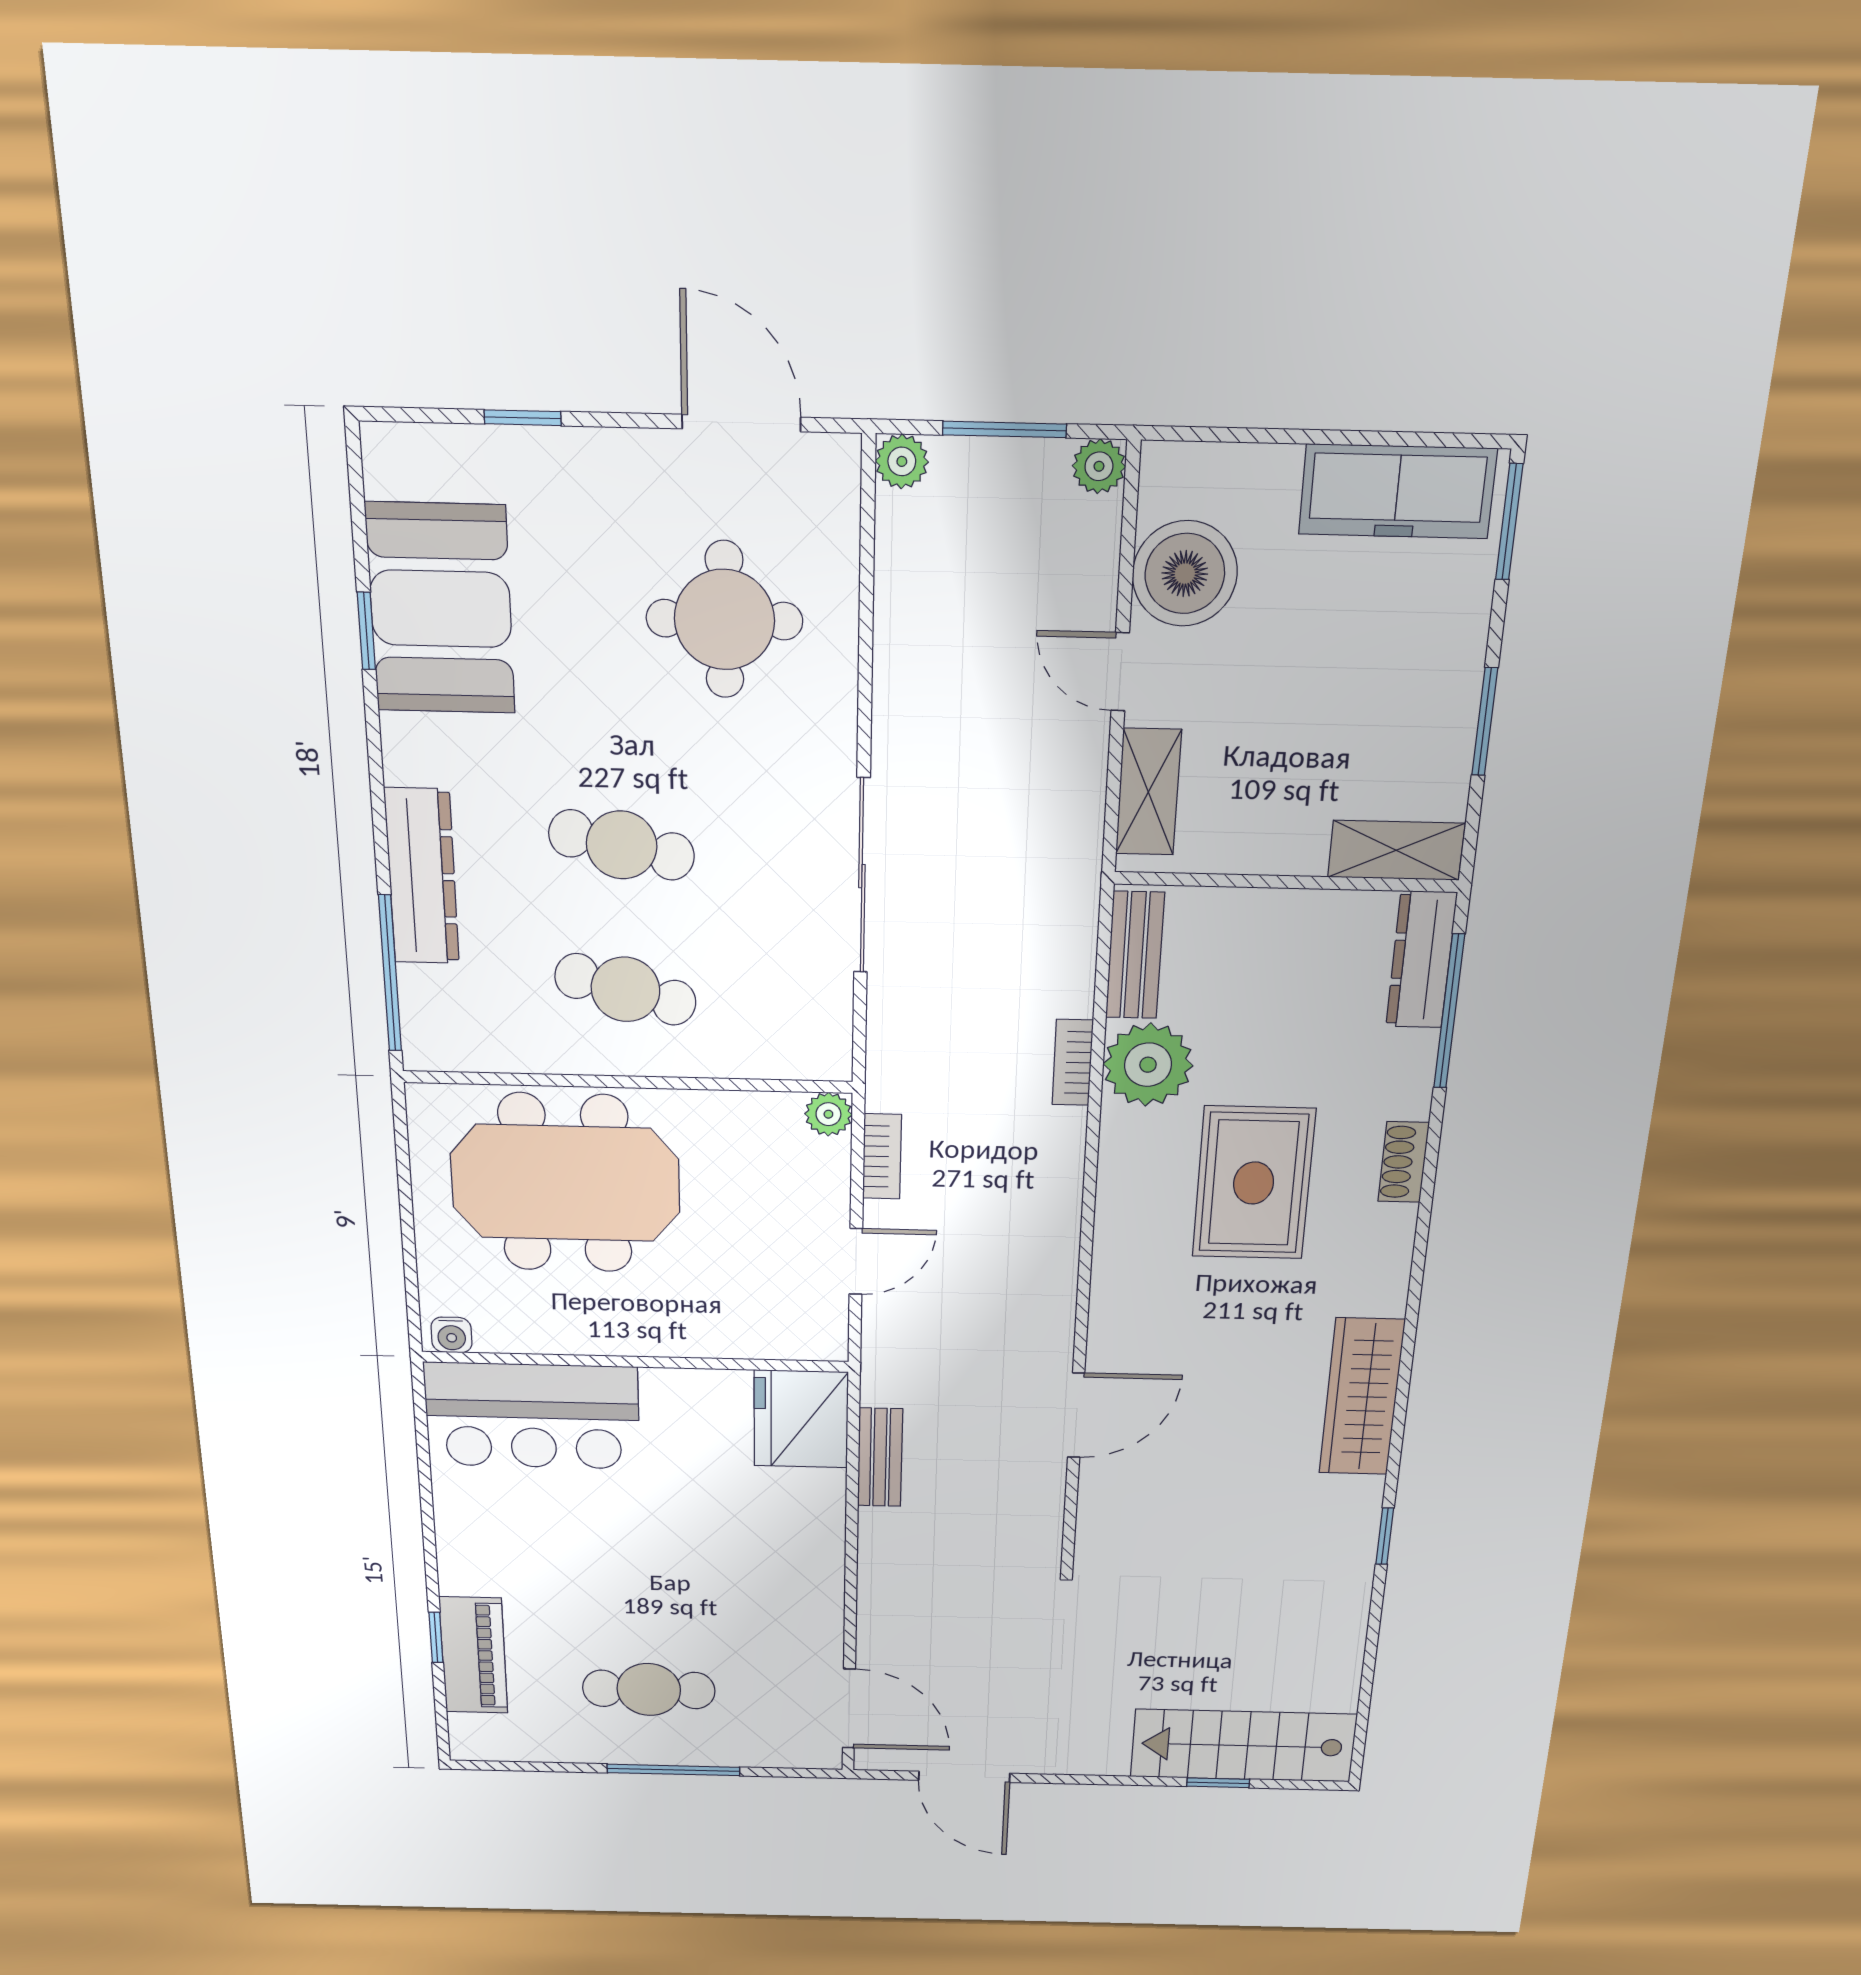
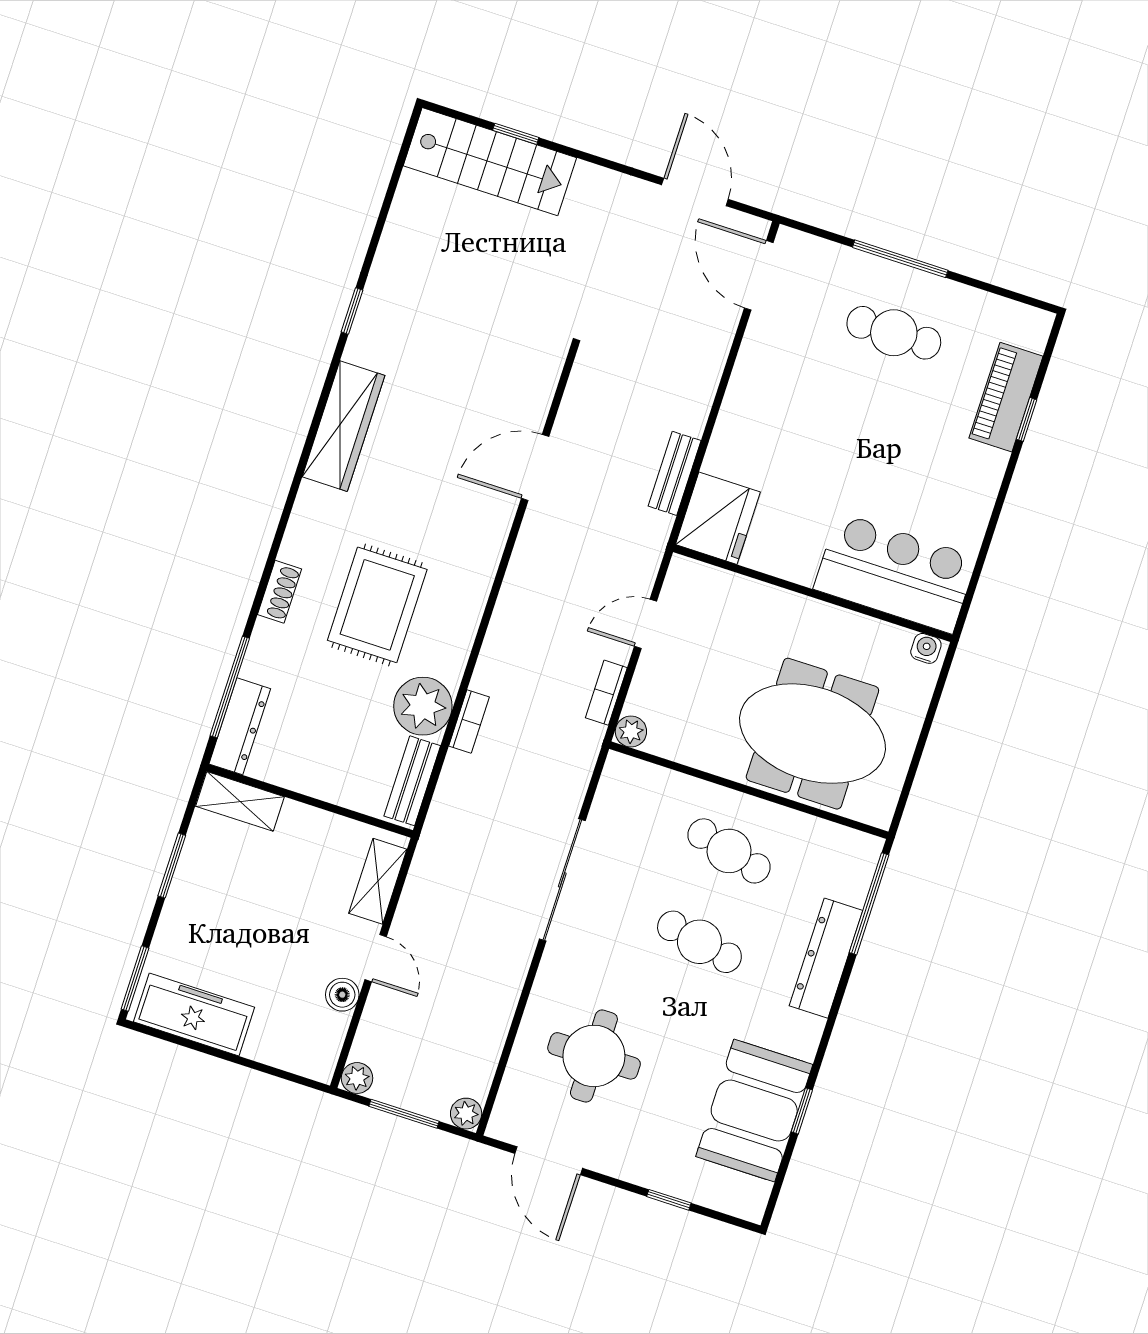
boiler: (1185, 574) -> (342, 995), width x0.54, depth x0.54

